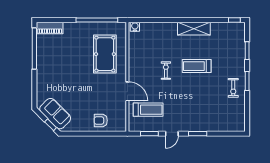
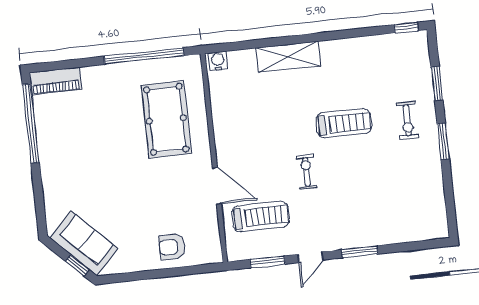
shelving: (194, 29) -> (288, 57), moved
treadmill: (197, 66) -> (344, 123), turned 180
exercise bike: (166, 71) -> (306, 172), moved
exercise bike: (233, 88) -> (407, 120), moved

